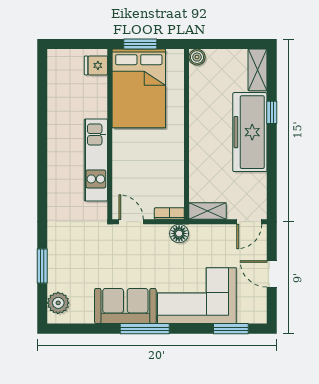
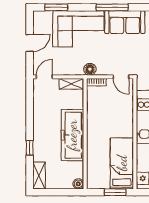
bed: (139, 88) -> (122, 163), width x0.67
freezer: (250, 132) -> (72, 135), moved, turned 180
door: (272, 274) -> (30, 43), hinge flipped

